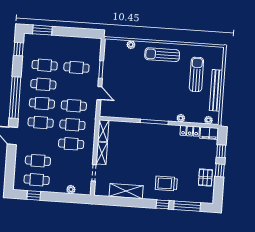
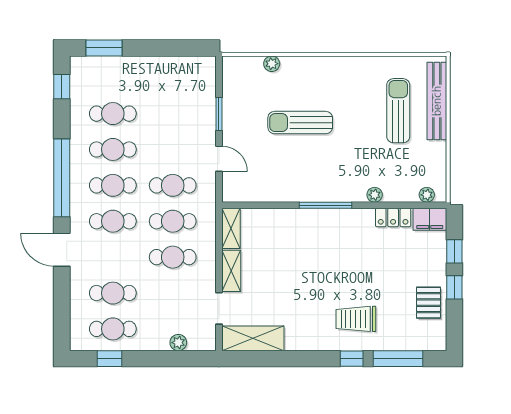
sun lounger: (162, 55) -> (300, 123), moved
cafe table: (76, 67) -> (173, 114), removed
bench: (216, 90) -> (437, 101), moved
shelving: (126, 191) -> (253, 338), moved

